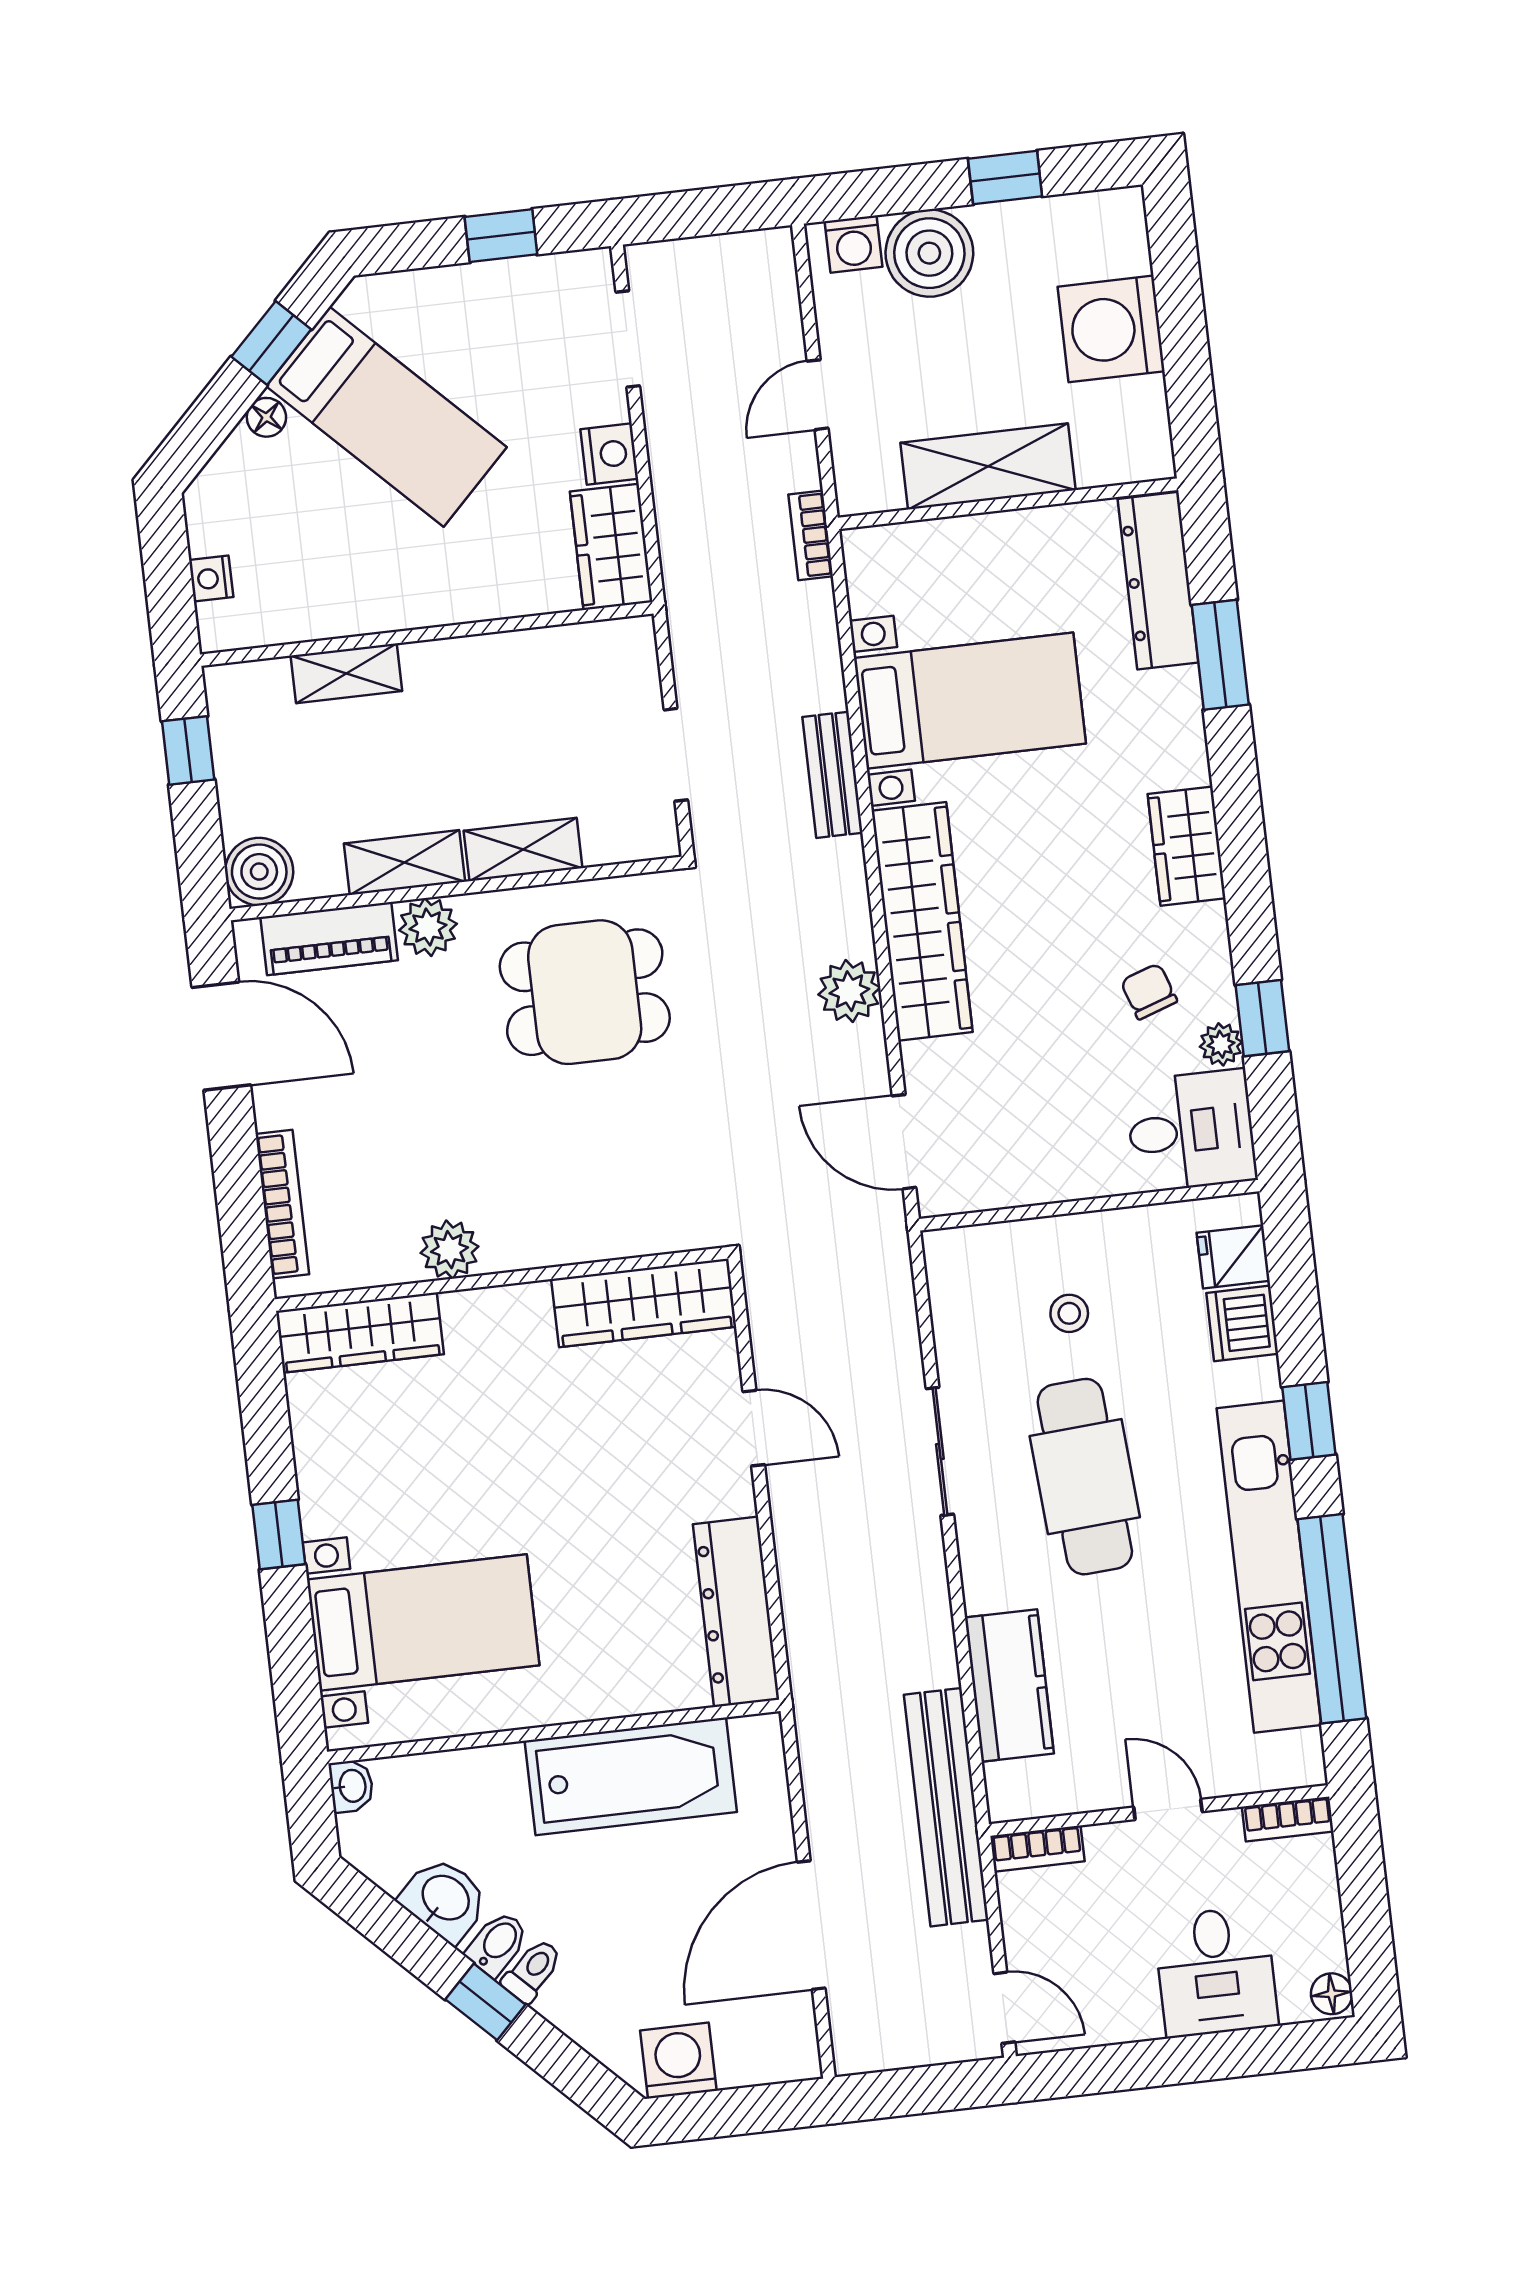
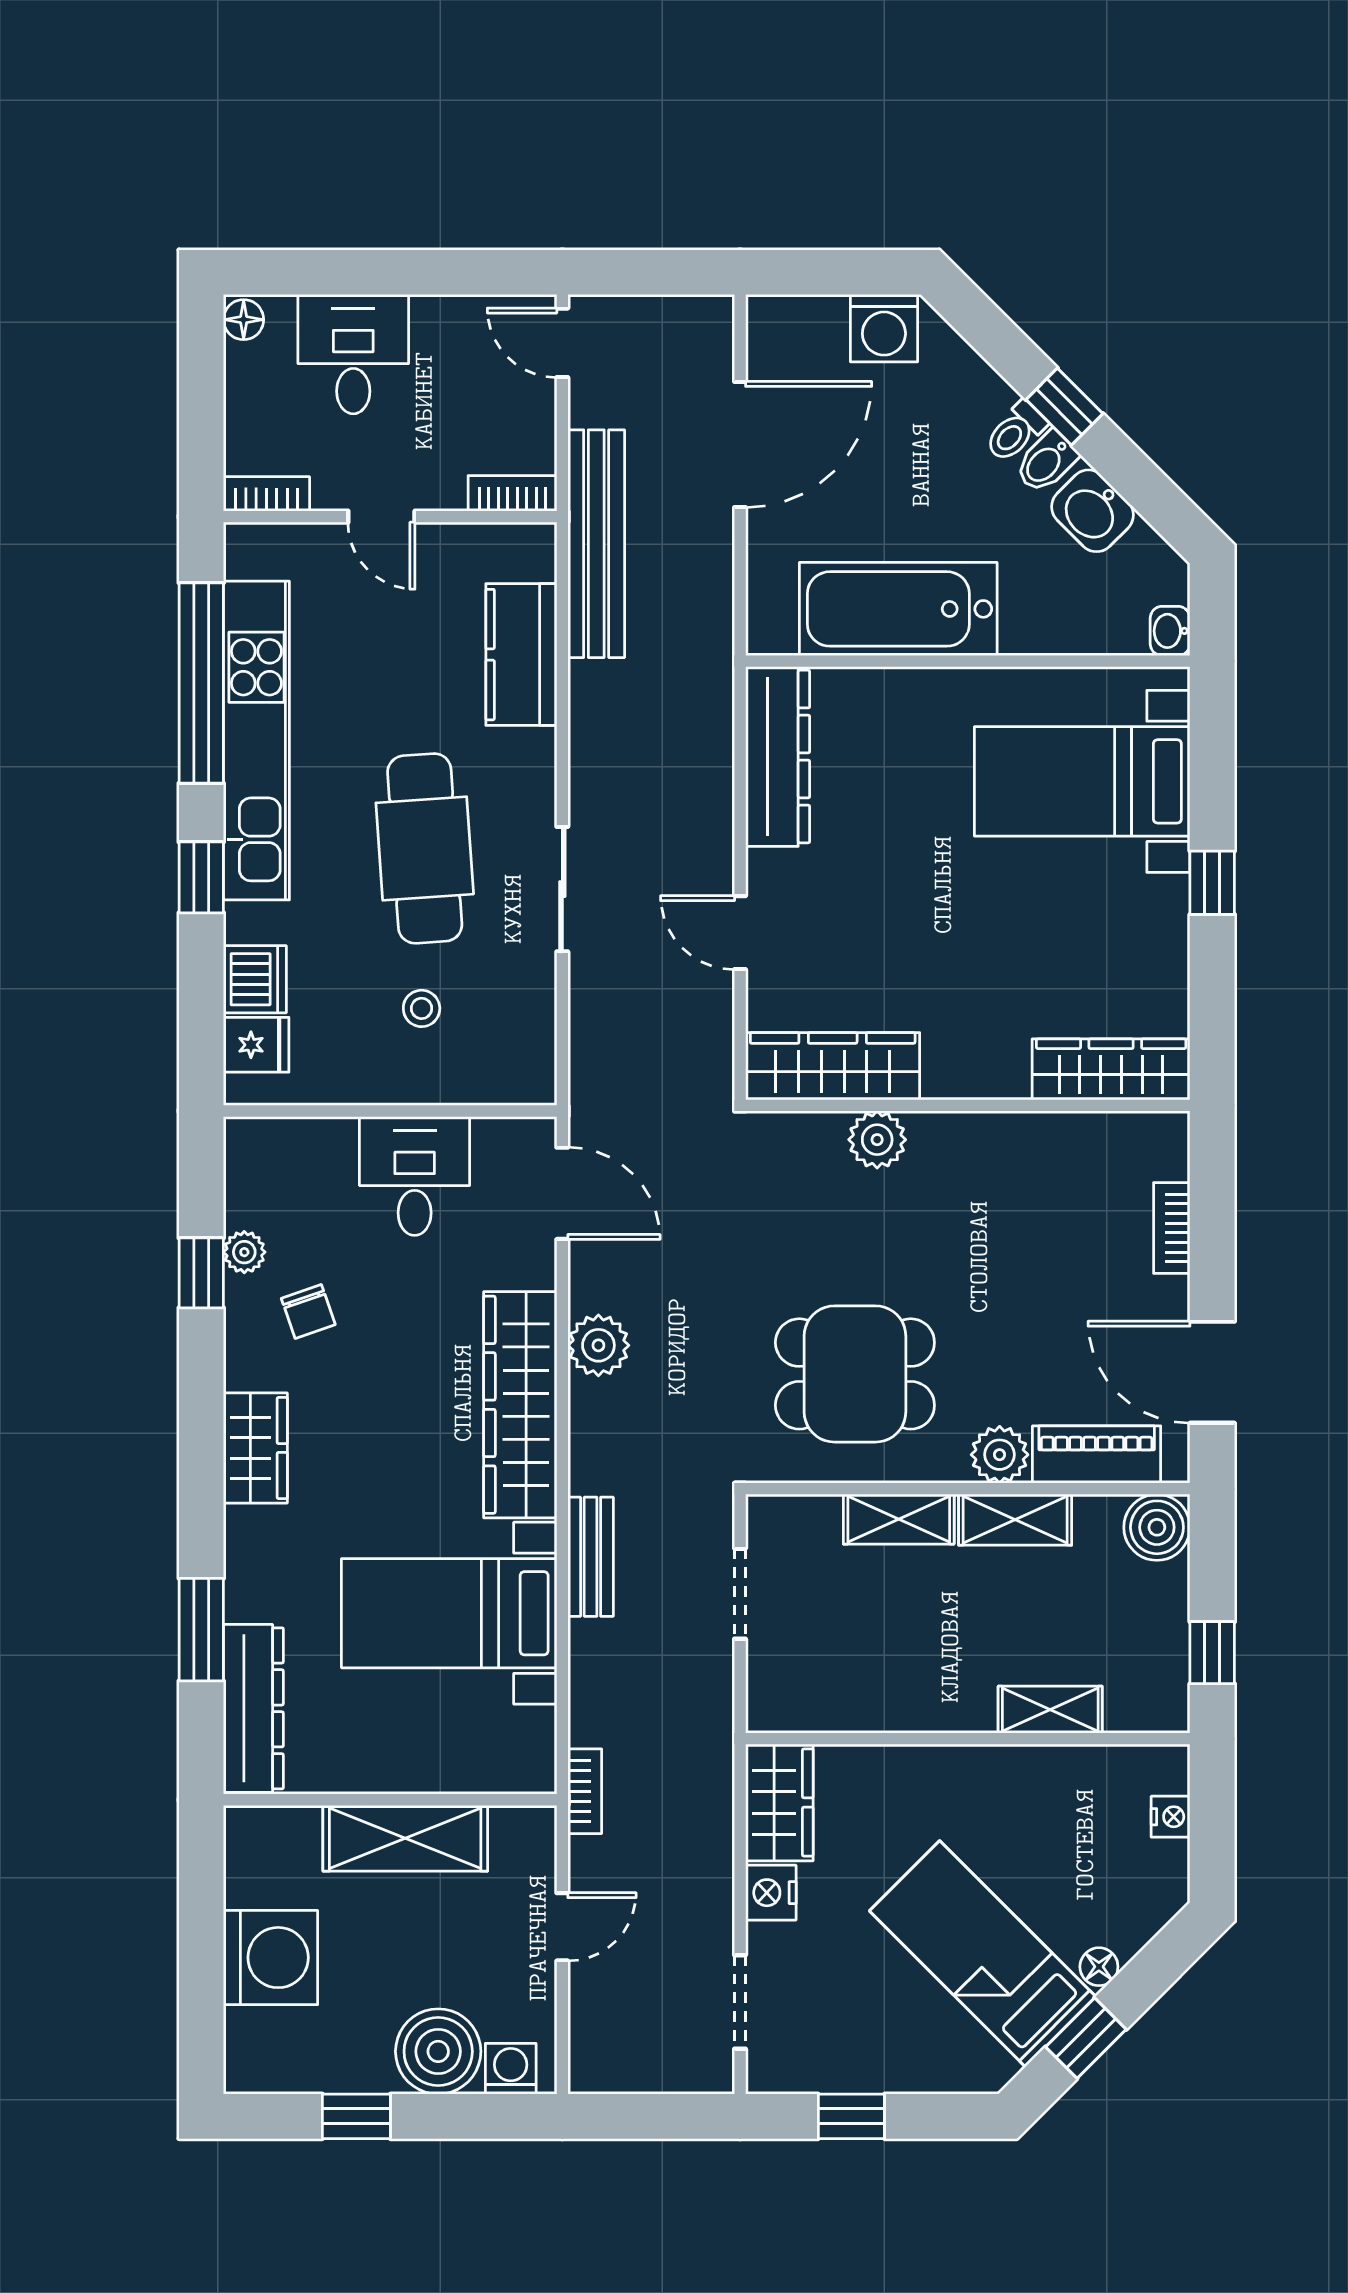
desk: (1191, 1131) -> (415, 1176), moved, turned 90
bookcase: (282, 1204) -> (1172, 1228), width x0.64
plant: (450, 1250) -> (877, 1140), moved

